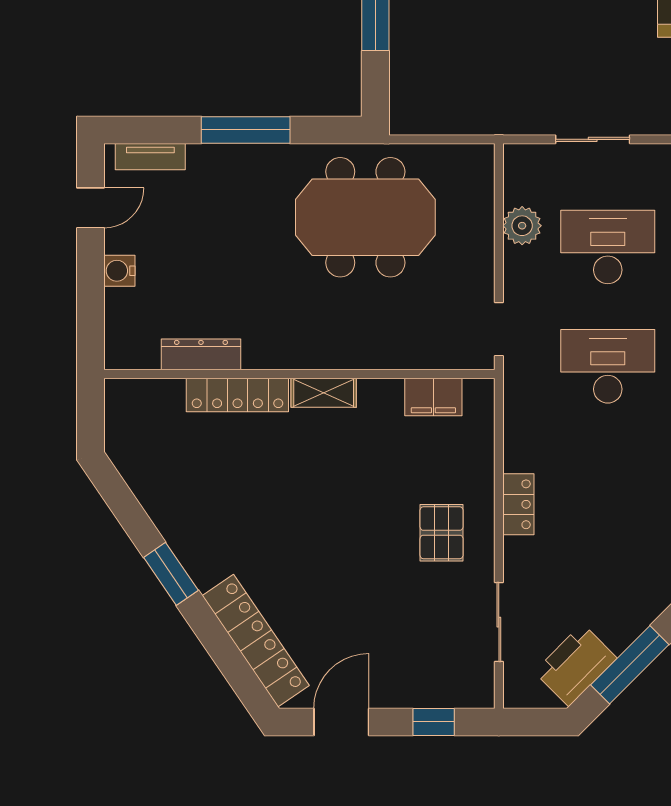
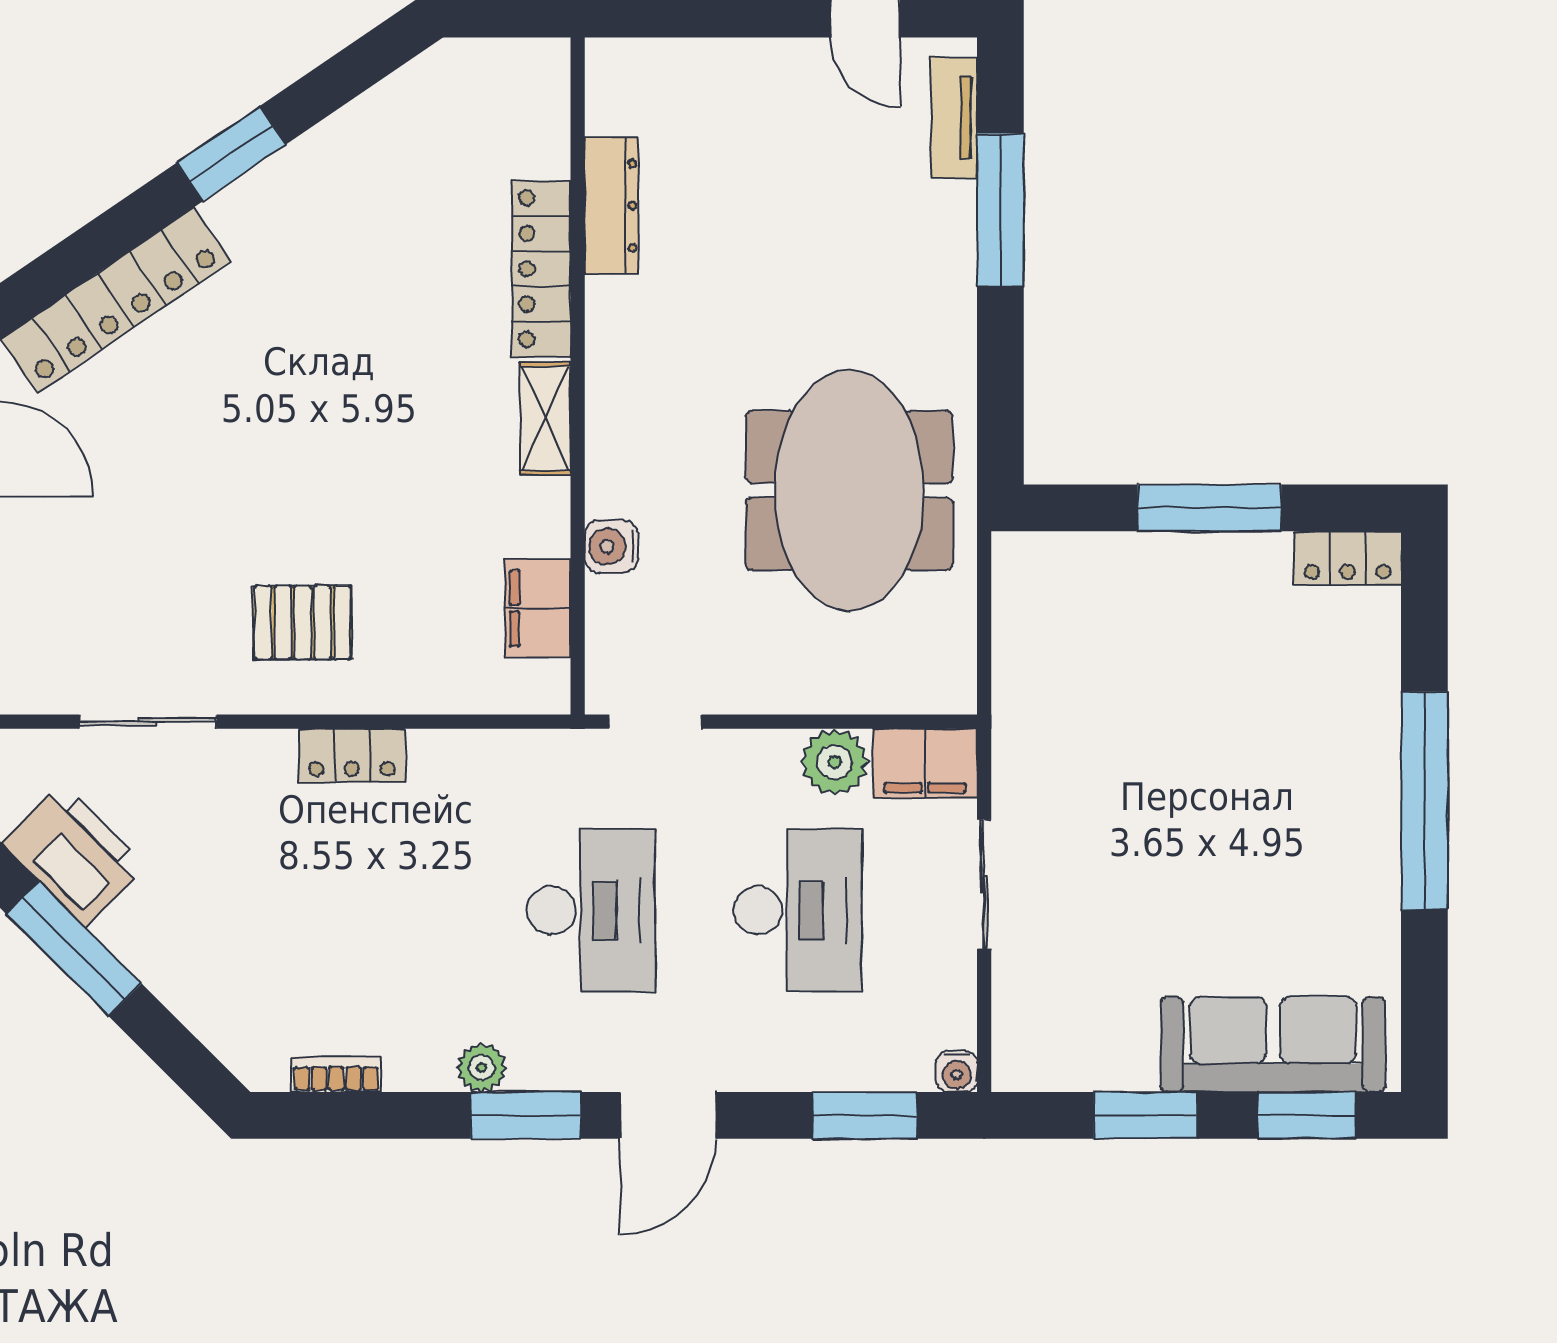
window: (246, 130) -> (1000, 210), moved
filing cabinet: (523, 174) -> (925, 763), added
water cooler: (119, 271) -> (611, 547), moved, turned -90

